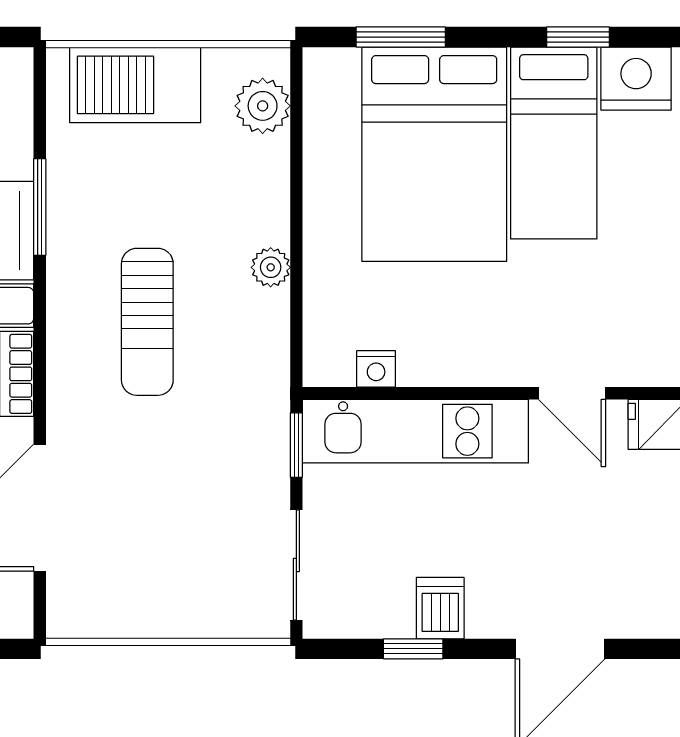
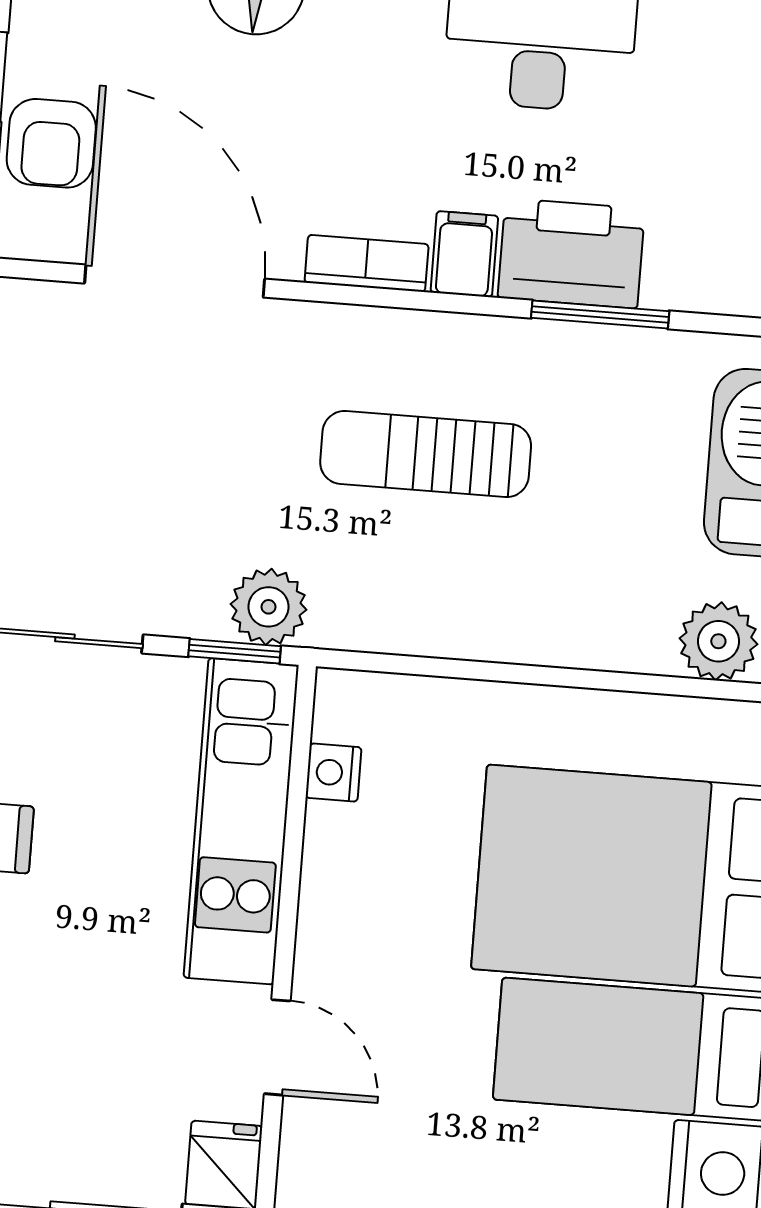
plant: (271, 267) -> (269, 607), moved, width x1.38, depth x1.38
door: (572, 393) -> (277, 1047), swing flipped

